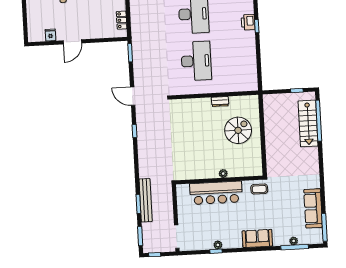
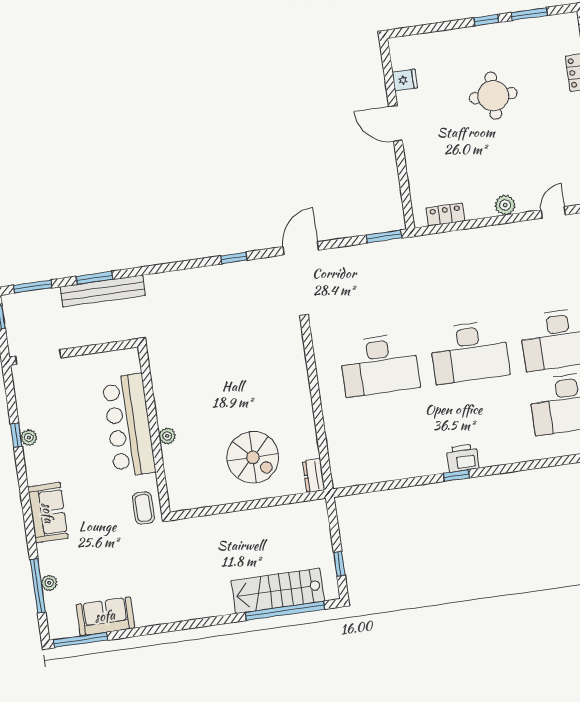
dresser: (220, 101) -> (314, 476), moved
sofa: (313, 208) -> (105, 616), width x0.73

